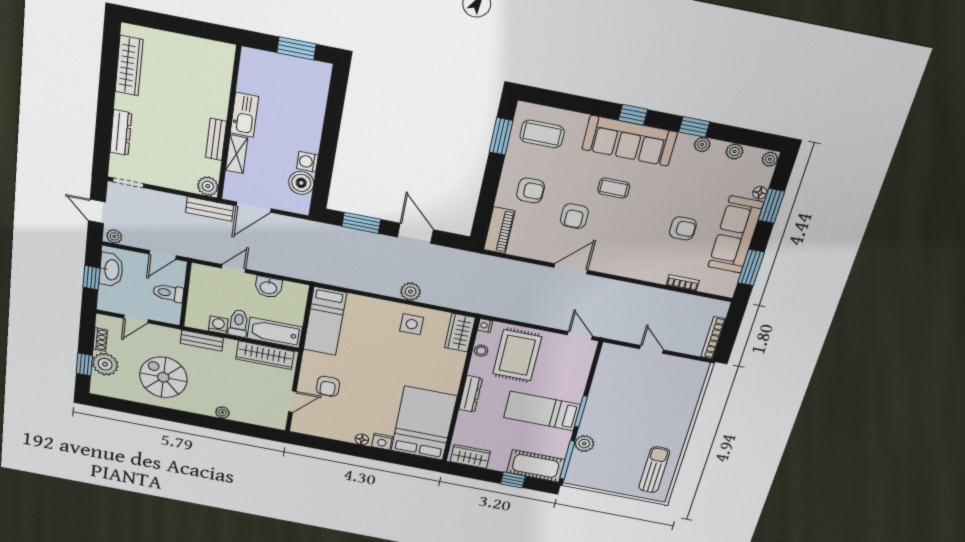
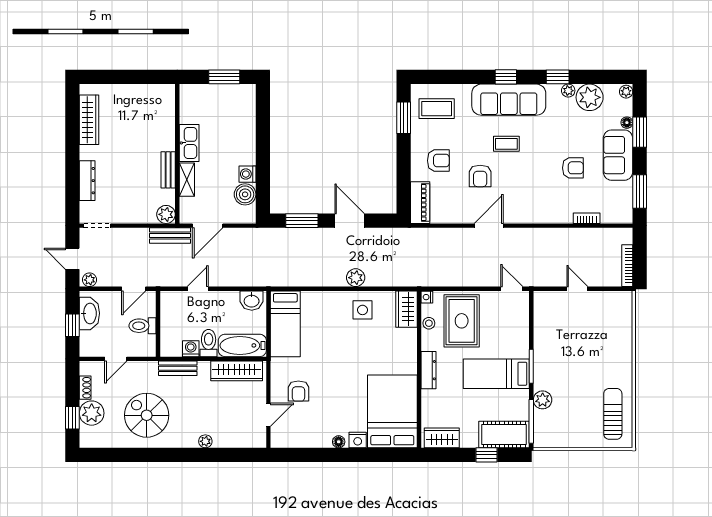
plant: (734, 152) -> (590, 97), width x1.88, depth x1.88
sofa: (735, 235) -> (618, 155), width x0.73
washbasin: (268, 287) -> (252, 301), moved

